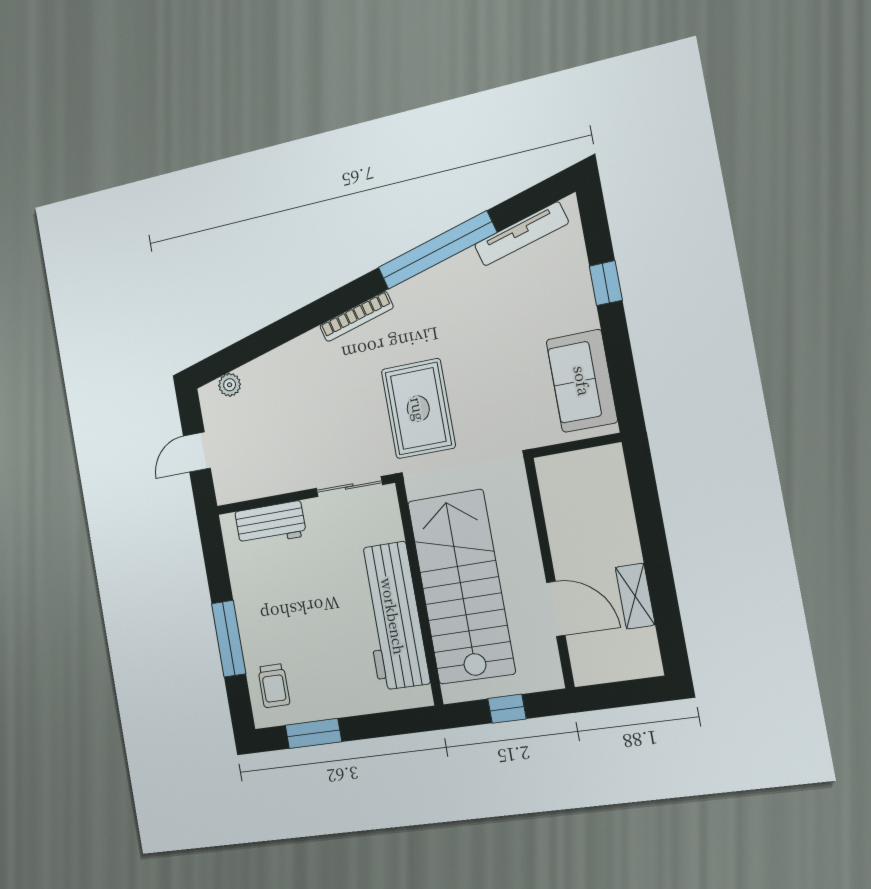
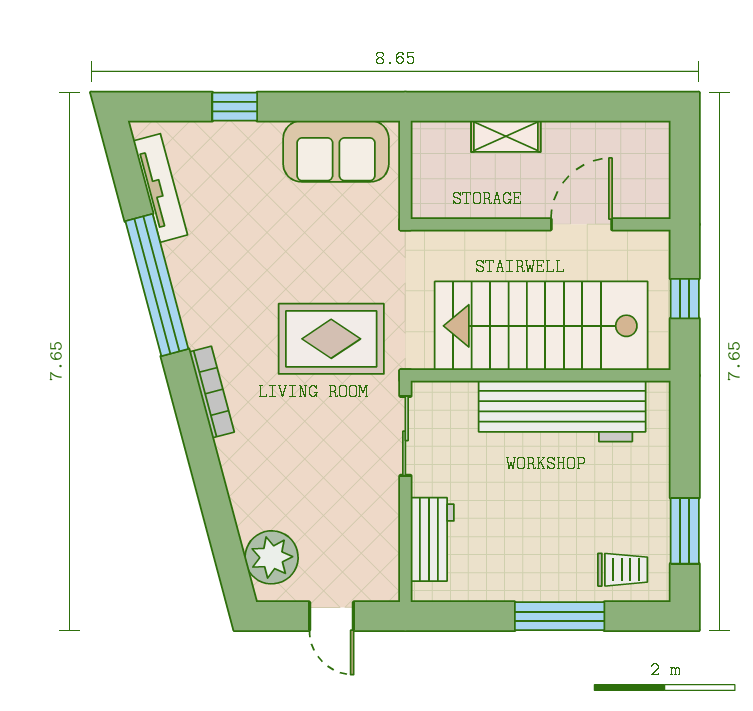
plant: (230, 385) -> (272, 557), width x1.87, depth x1.87
shelving: (635, 596) -> (506, 136), moved

